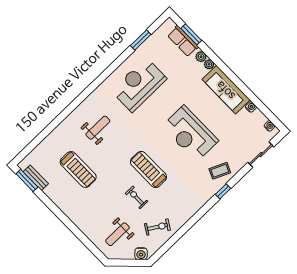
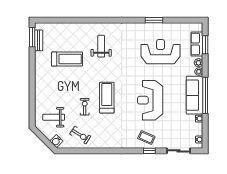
window: (141, 40) -> (154, 20), moved
window: (236, 80) -> (205, 95), added
reception desk: (139, 85) -> (161, 52), moved
weight bench: (98, 128) -> (101, 46), turned -90
treadmill: (78, 169) -> (67, 59), turned -90
window: (223, 191) -> (149, 151), moved

